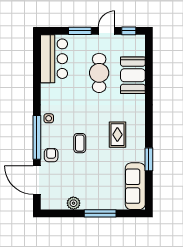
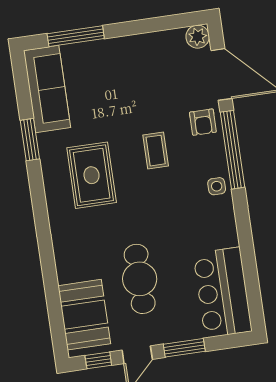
booth: (133, 75) -> (84, 315), moved
rug: (117, 135) -> (92, 175), width x1.36, depth x1.43
plant: (73, 203) -> (198, 37), moved
window: (100, 213) -> (76, 36), moved

